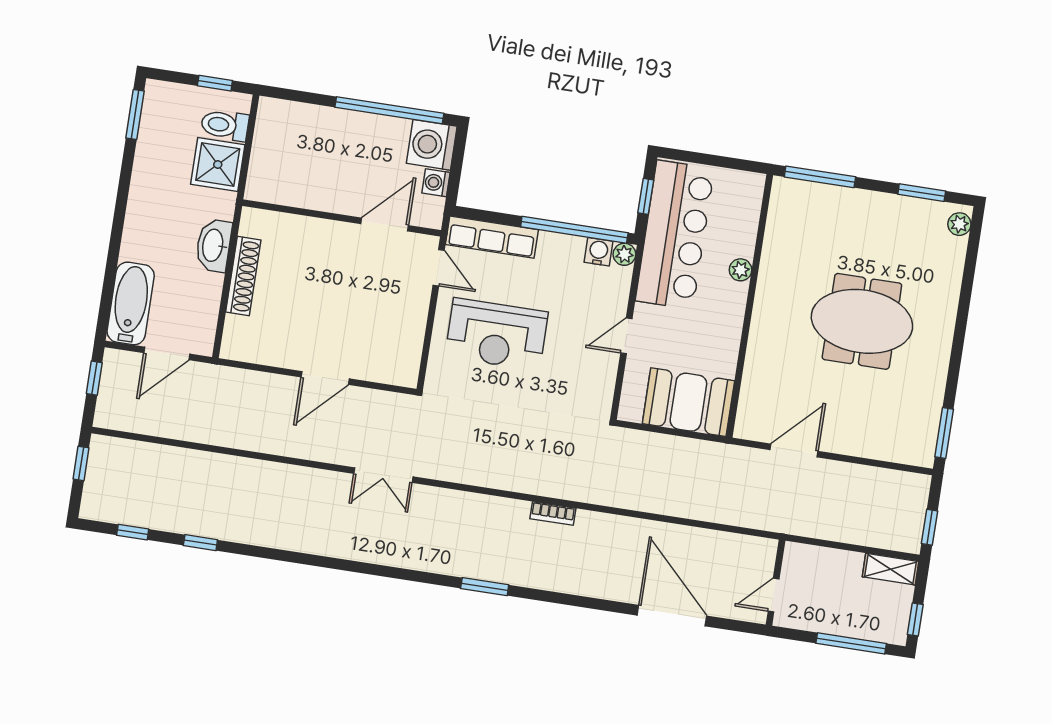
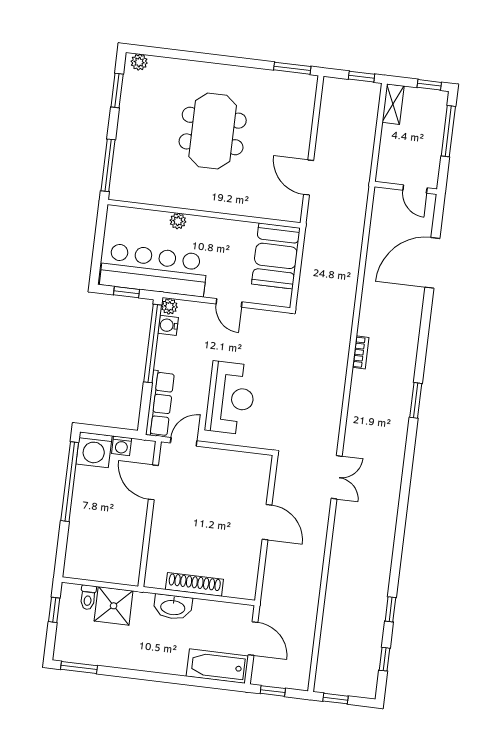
toilet: (225, 125) -> (88, 597), width x0.73, depth x0.72

